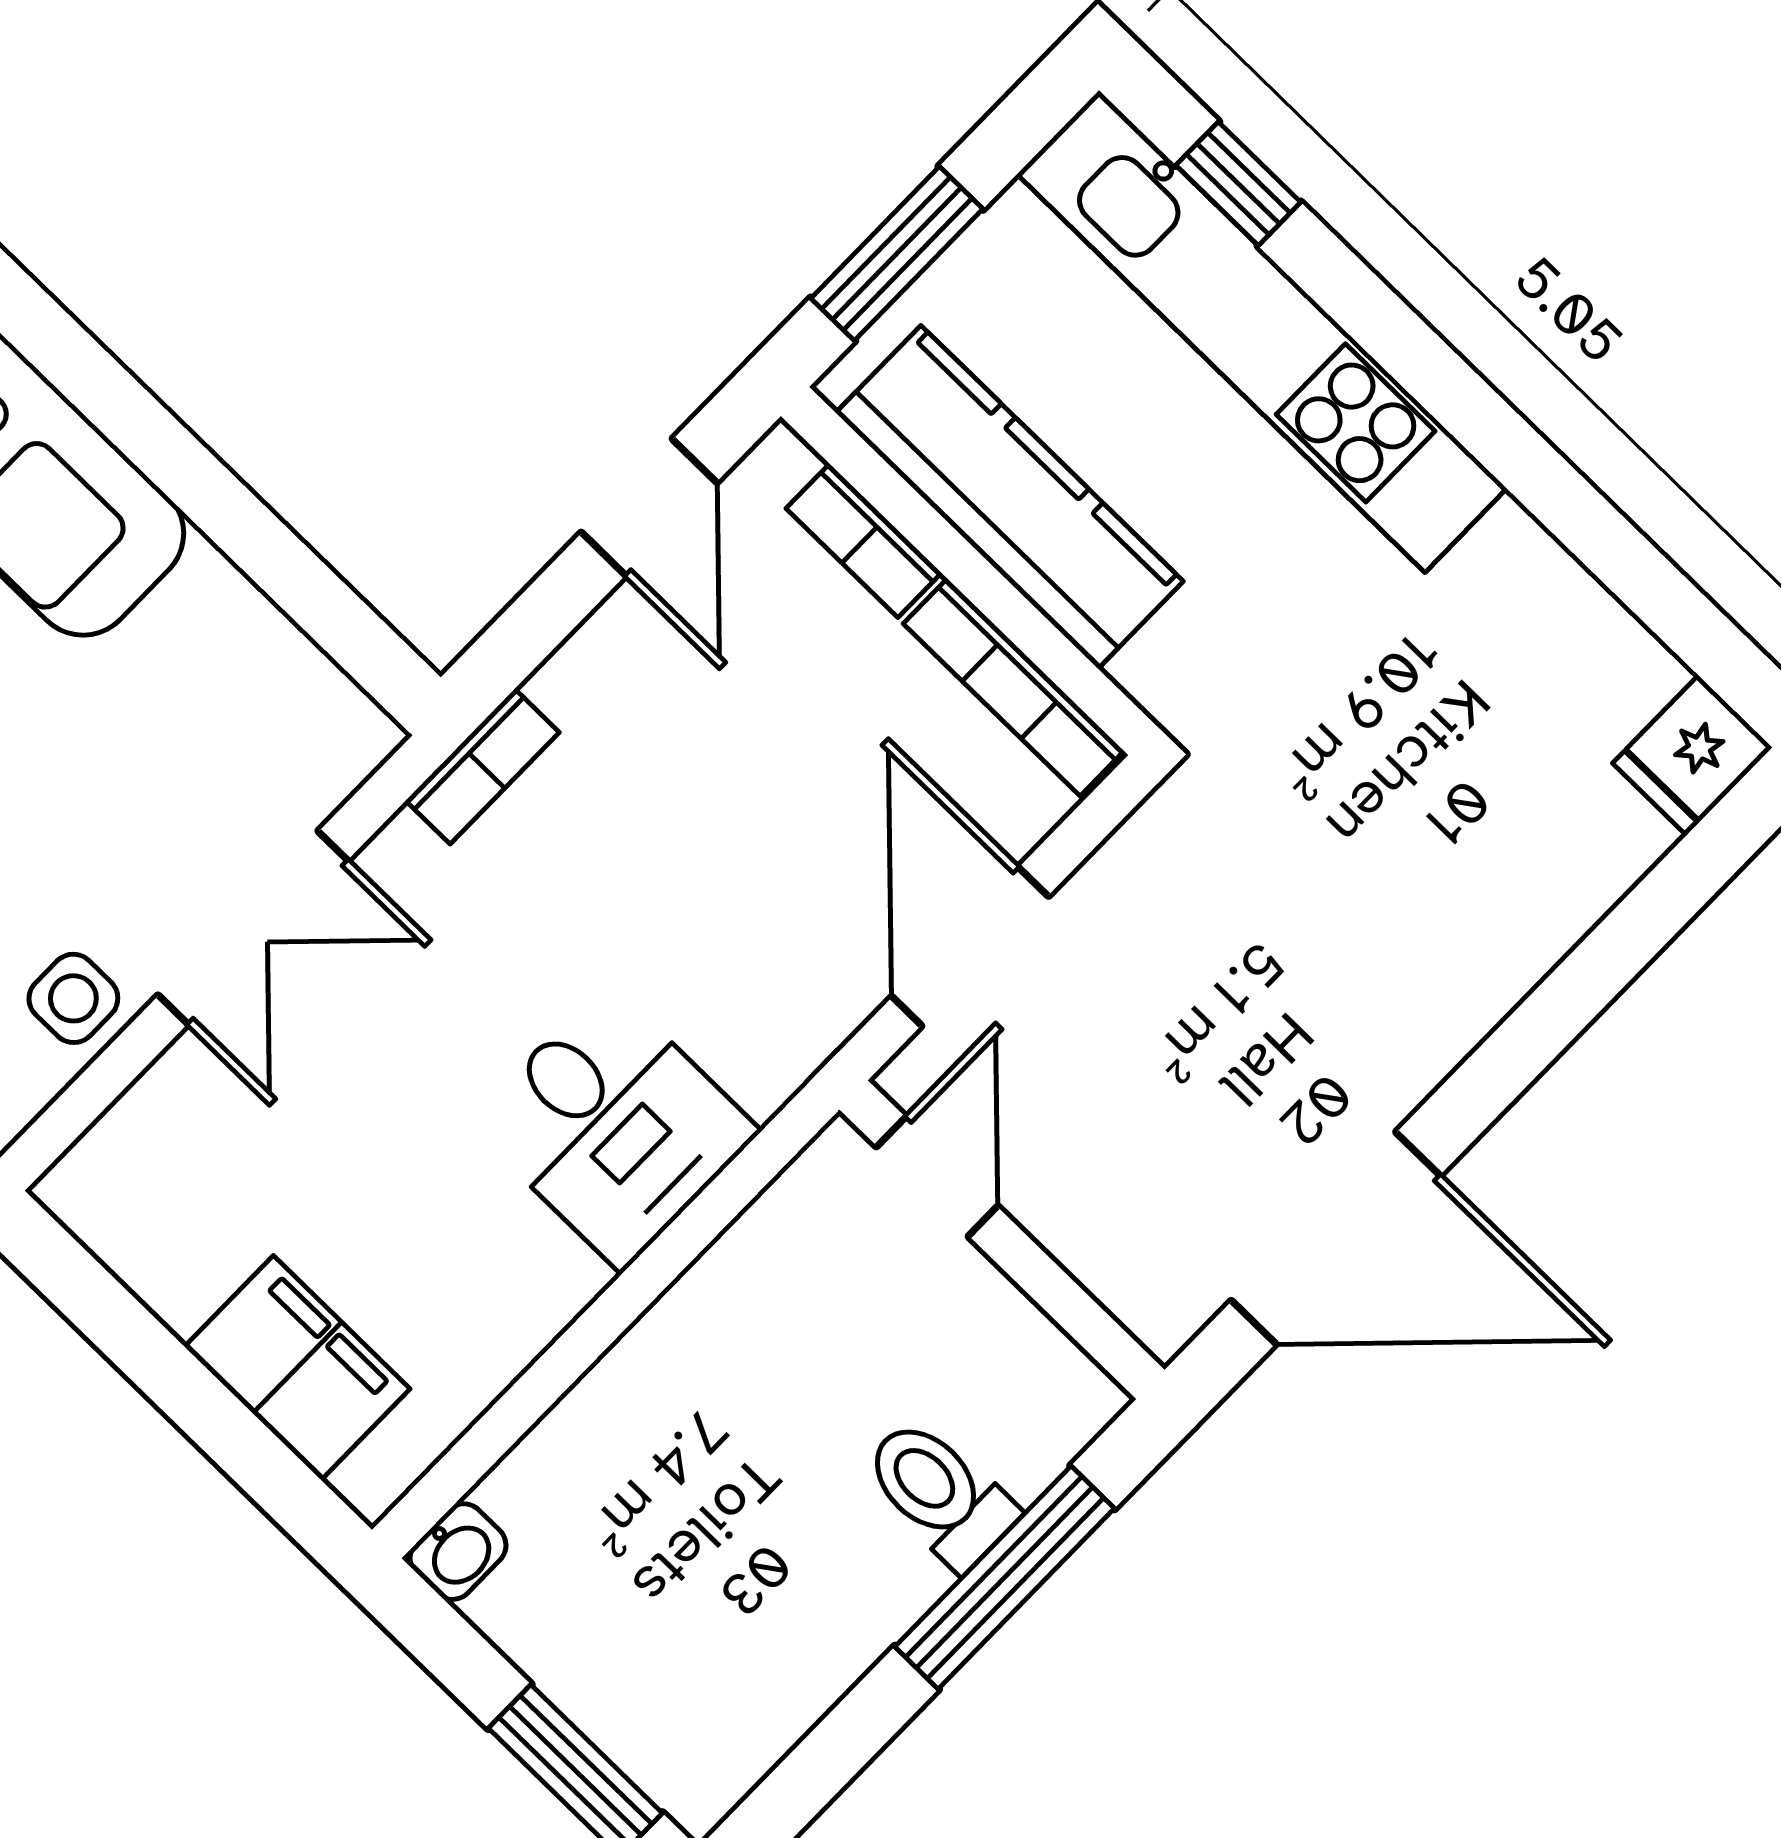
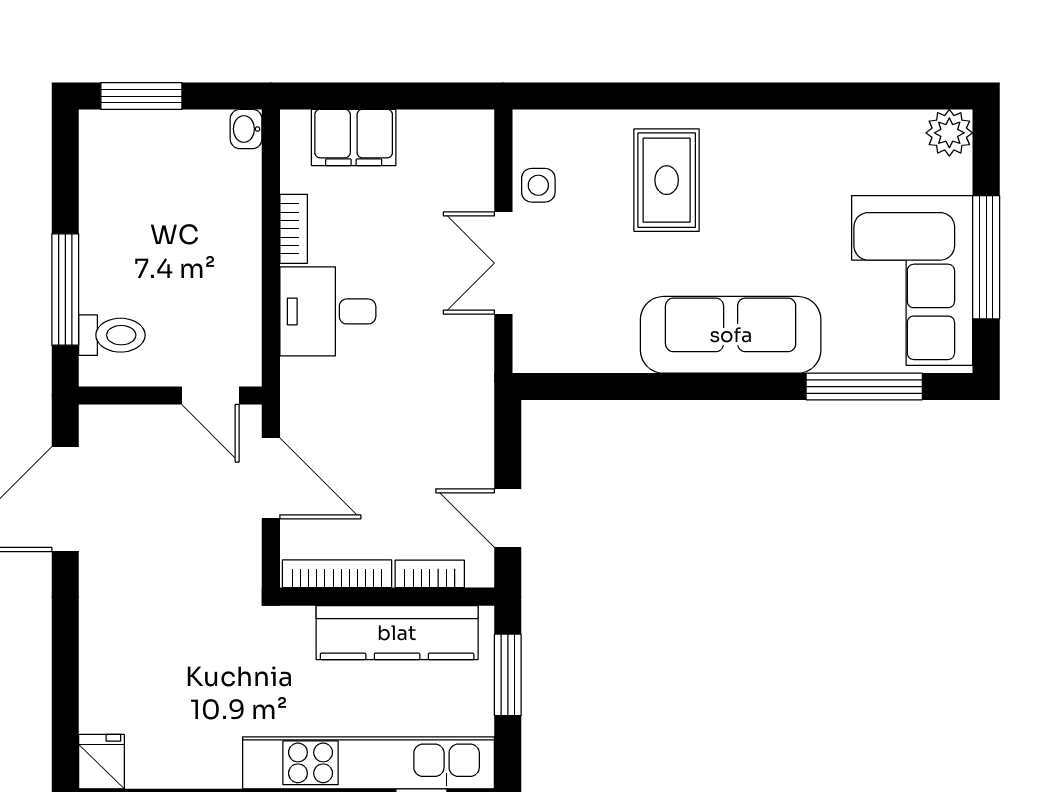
bookcase: (482, 766) -> (294, 229), moved, turned 180
toilet: (939, 1493) -> (112, 335), moved

